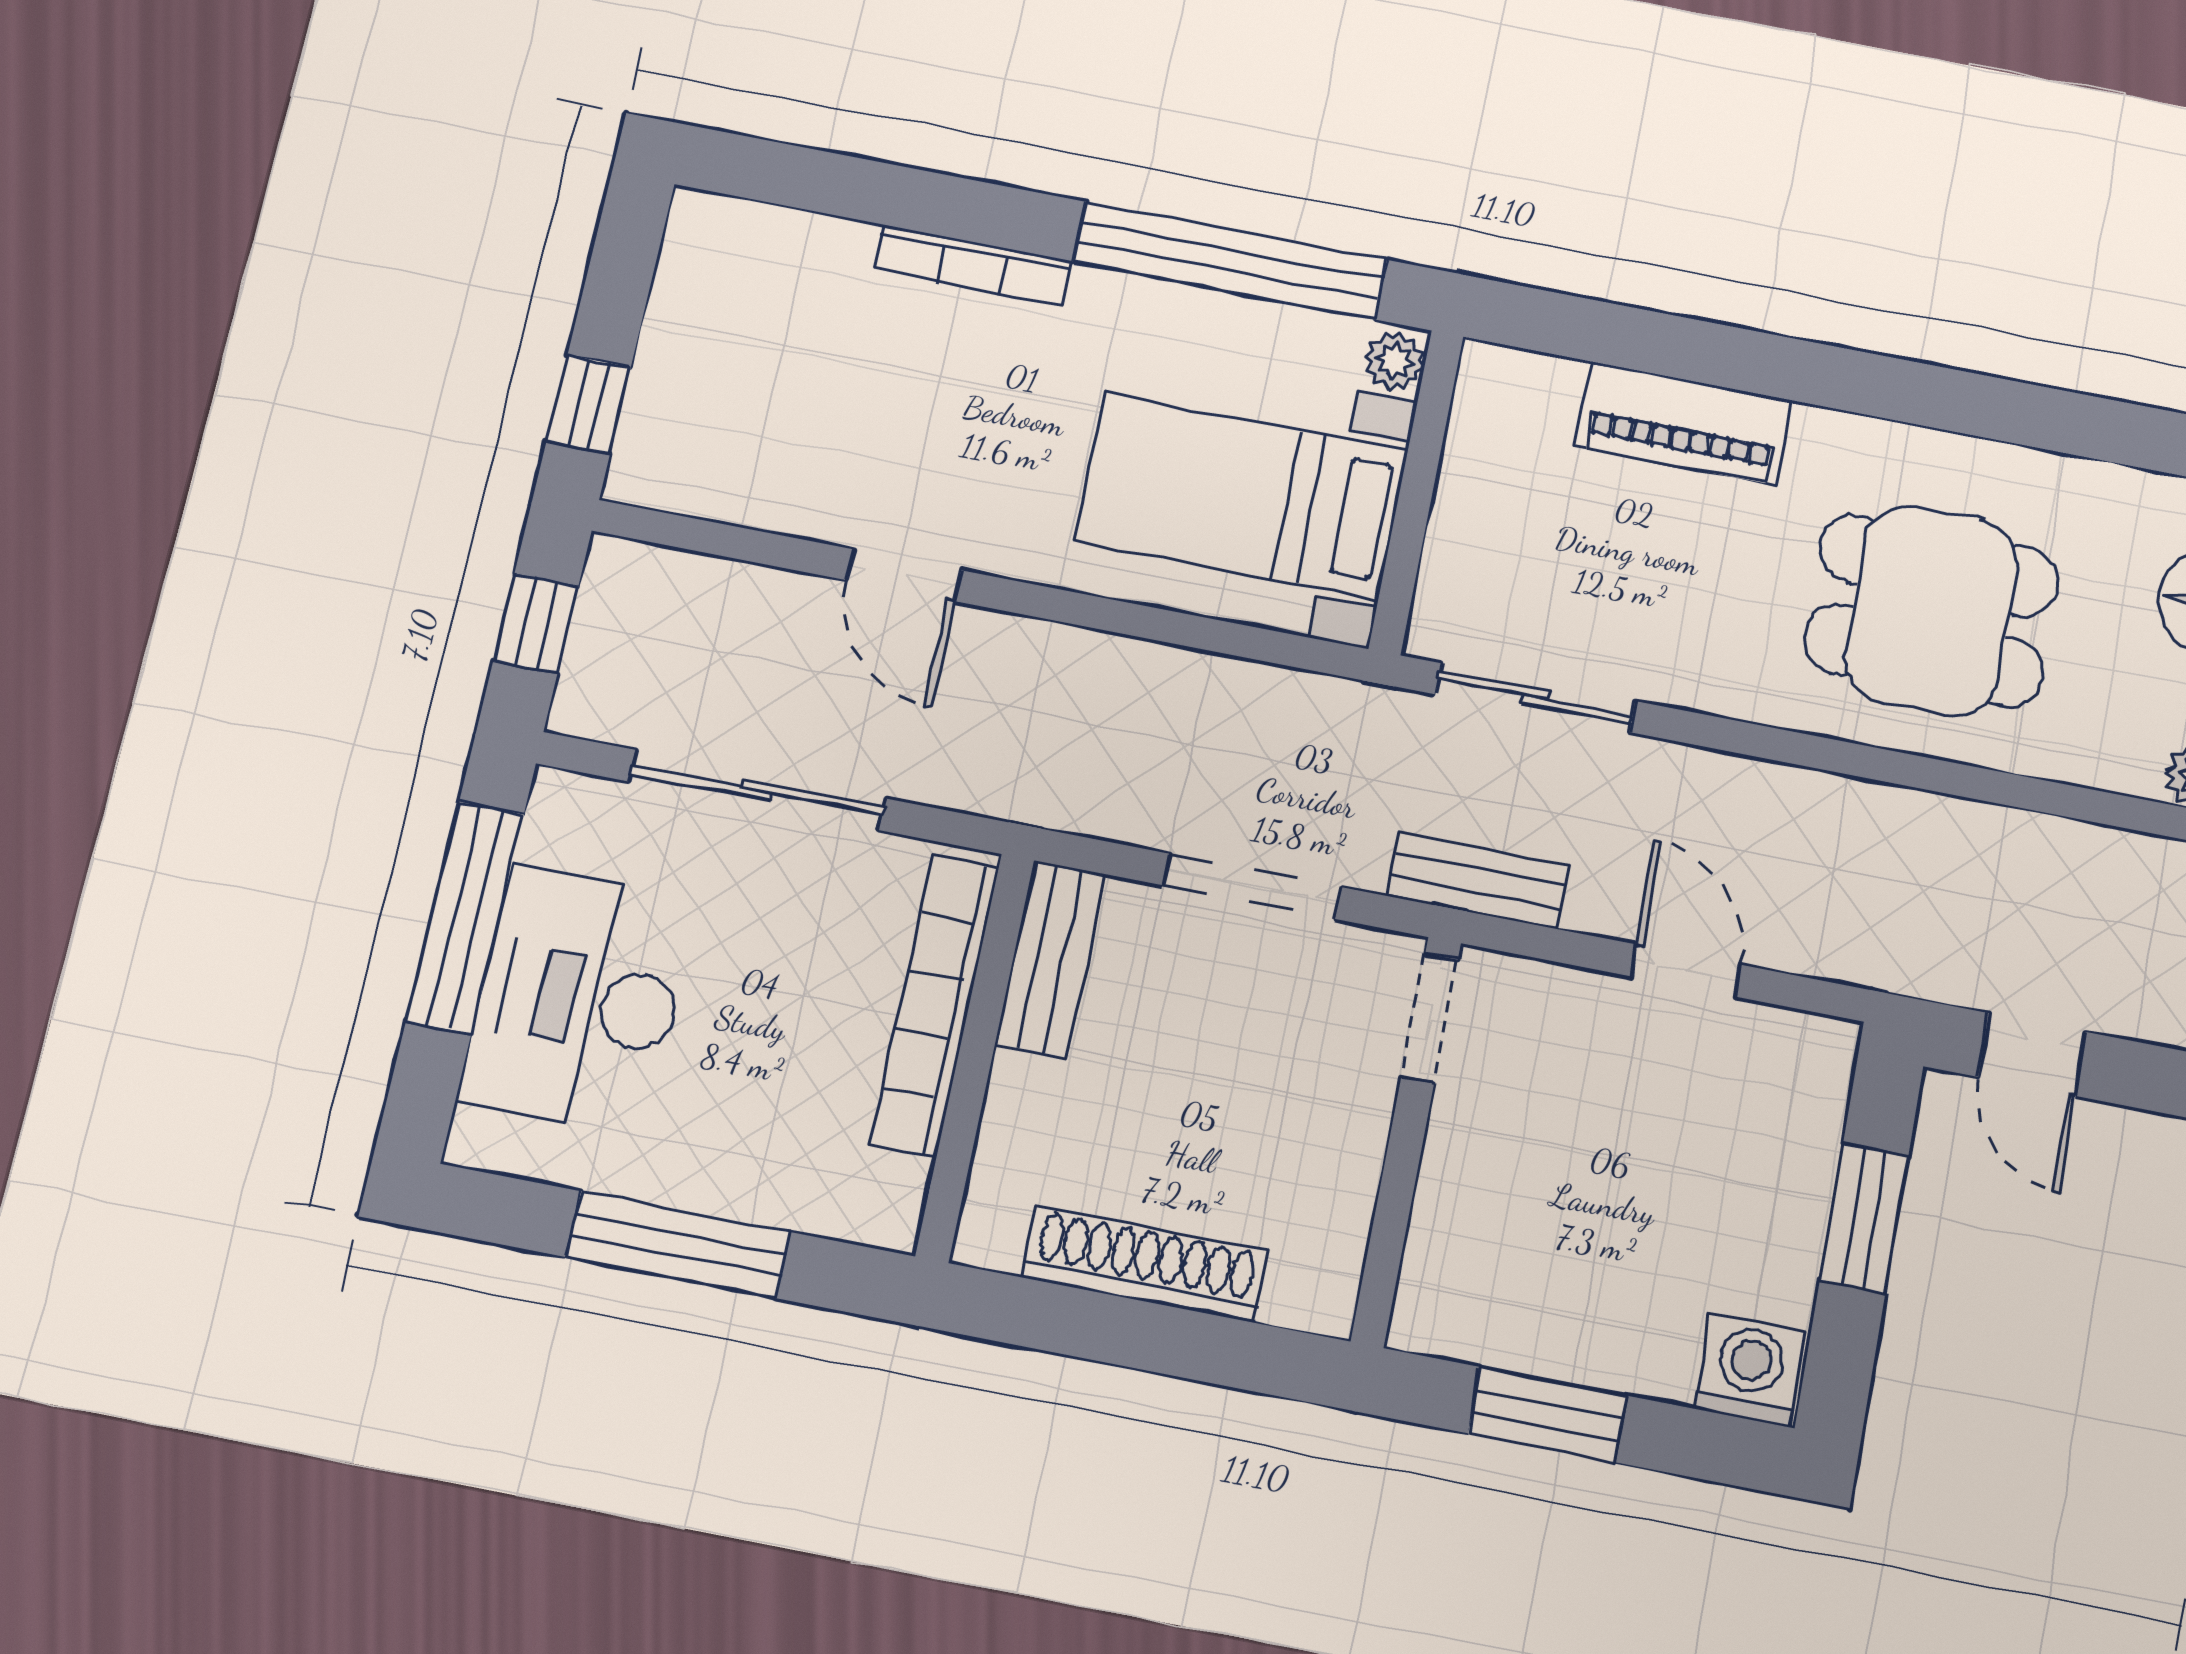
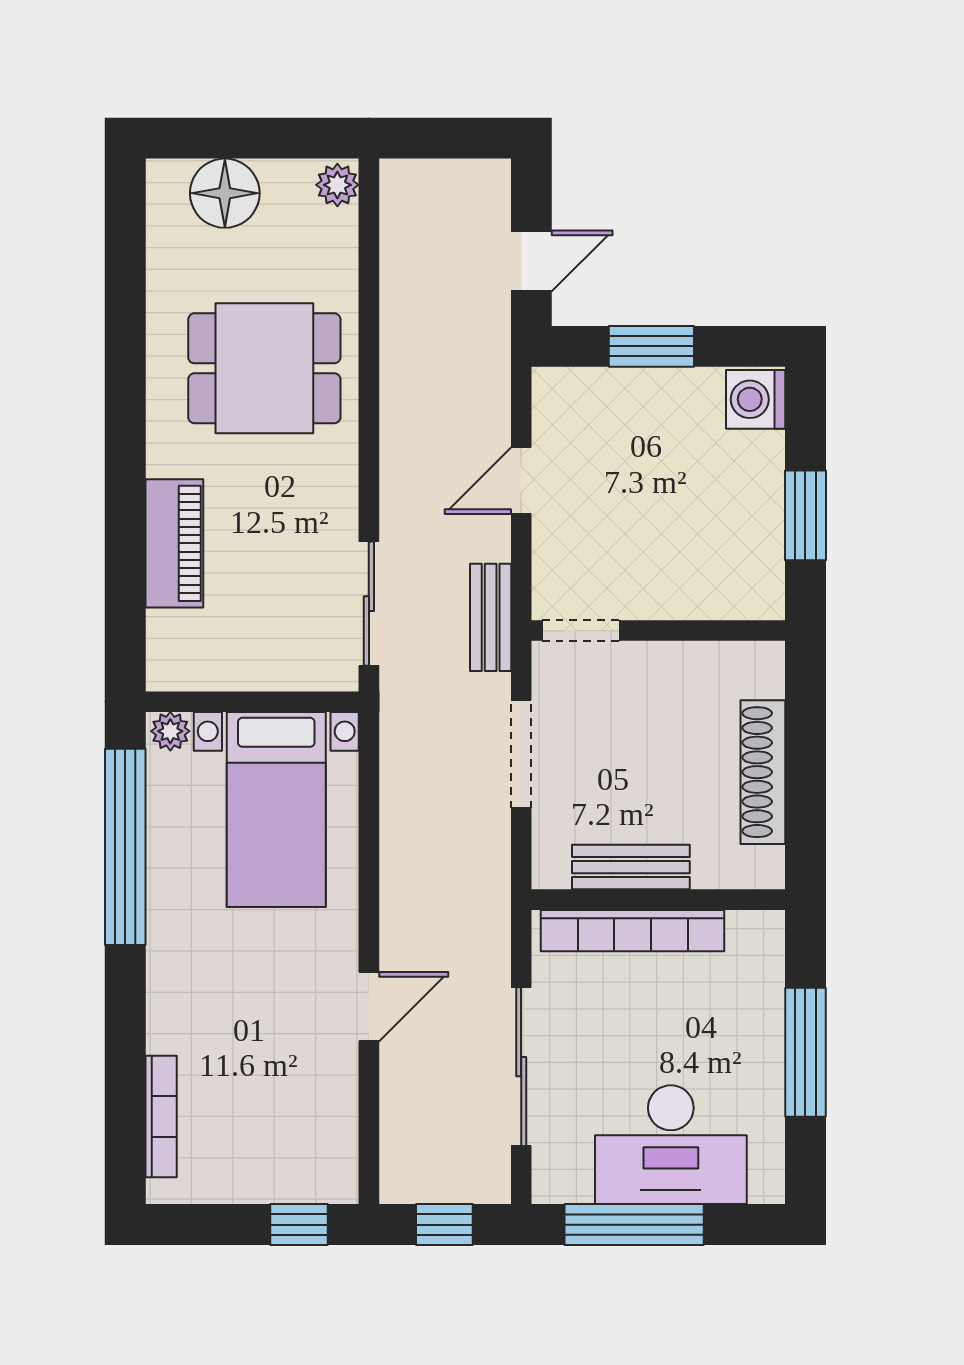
bookcase: (972, 266) -> (161, 1116), moved
dining table: (1931, 610) -> (264, 368), turned 90
bench: (1050, 959) -> (631, 867), moved

